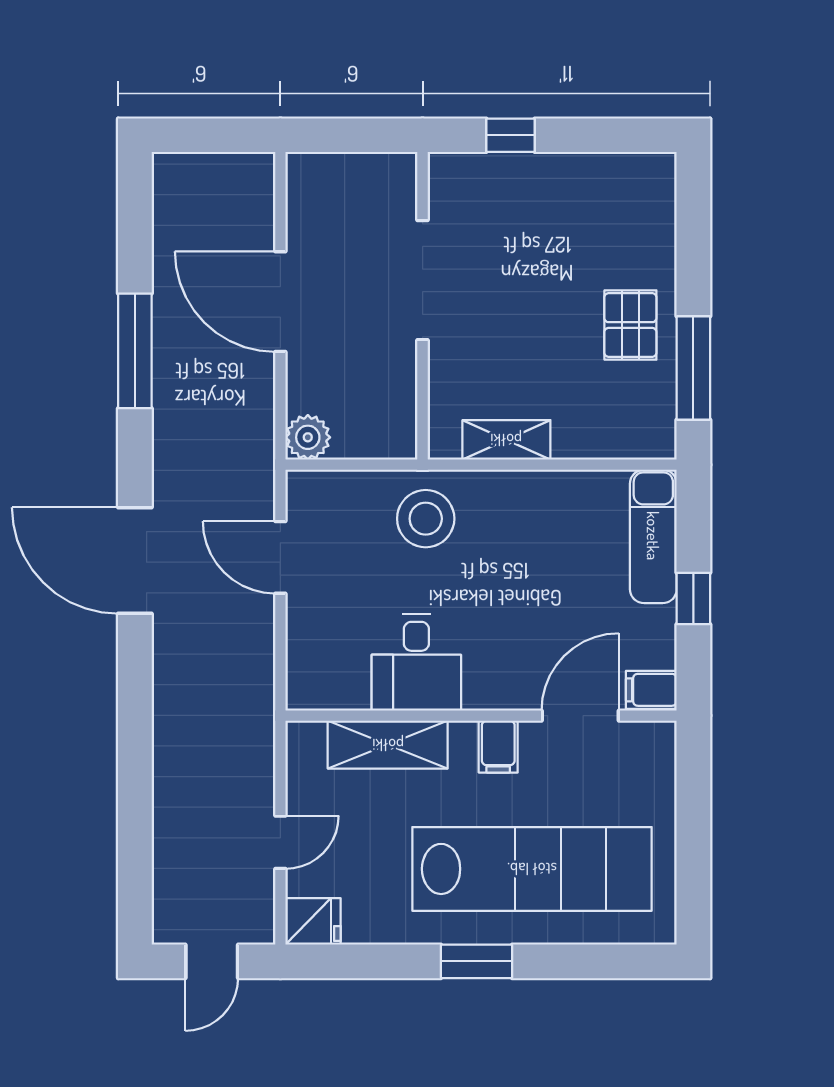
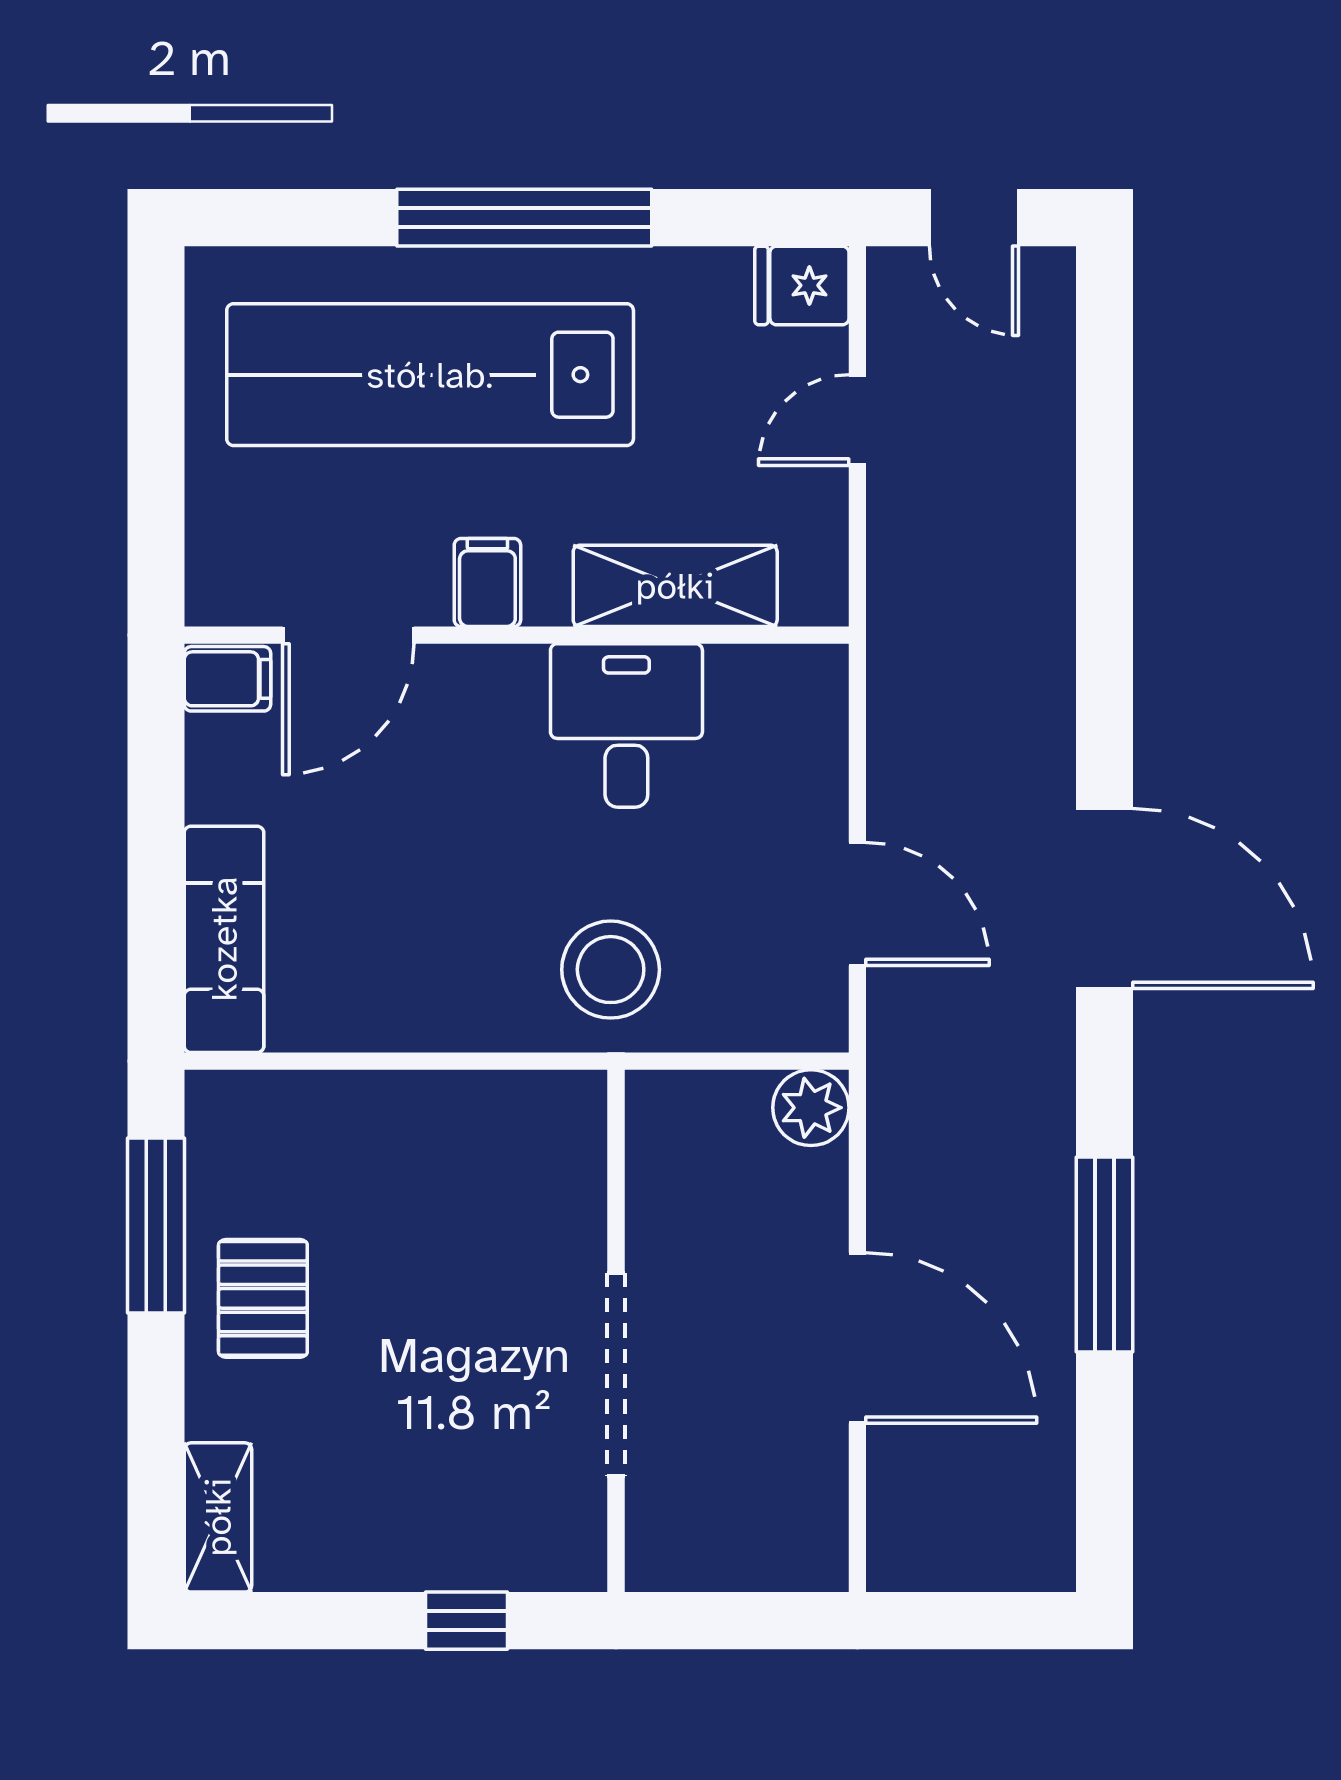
shelving: (506, 440) -> (218, 1517), moved, turned 90
window: (693, 598) -> (156, 834), removed
door: (212, 961) -> (974, 218), swing flipped
window: (476, 961) -> (524, 218), width x2.11

